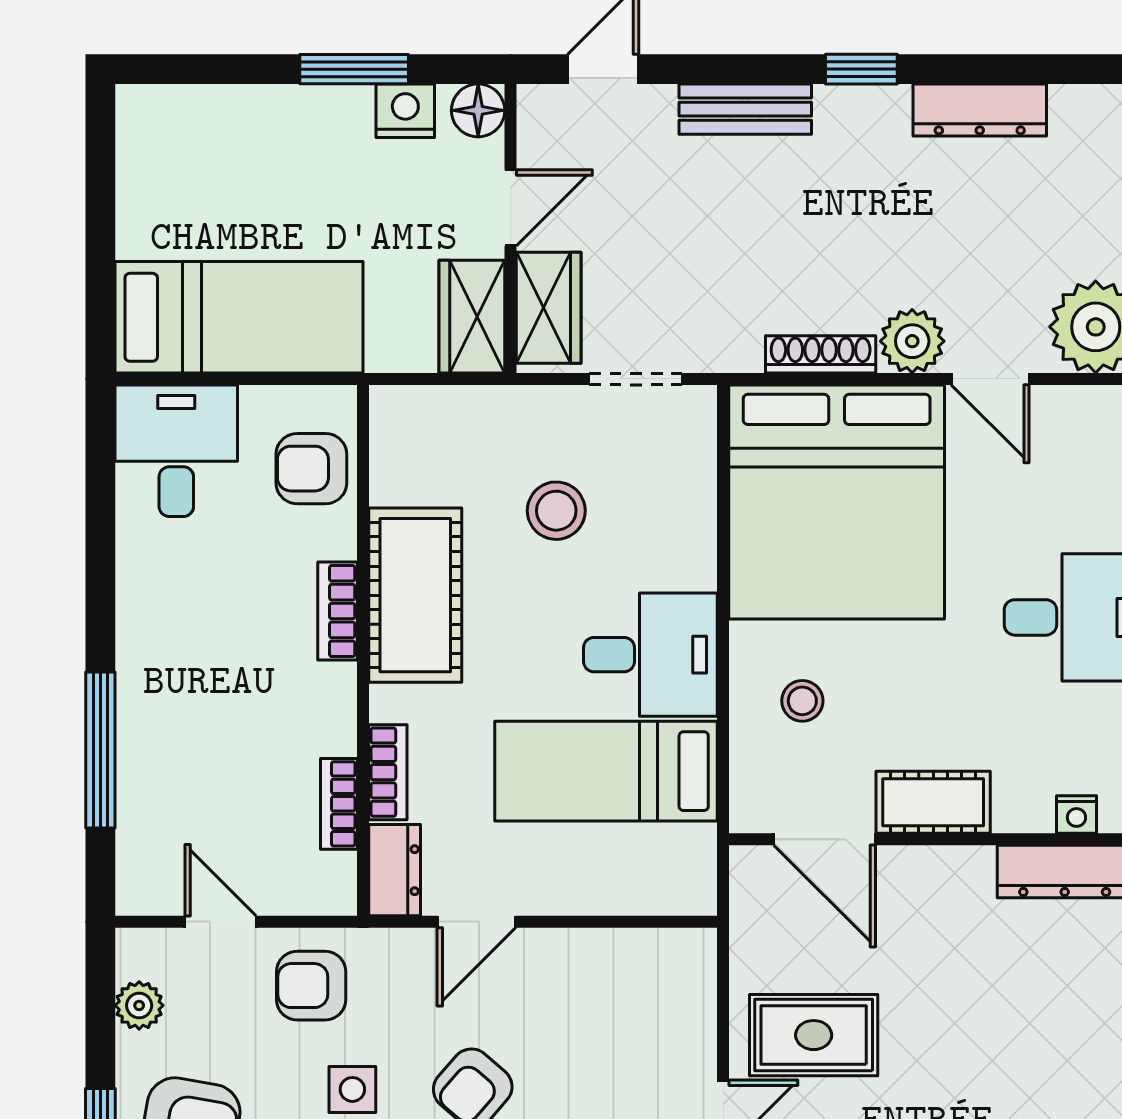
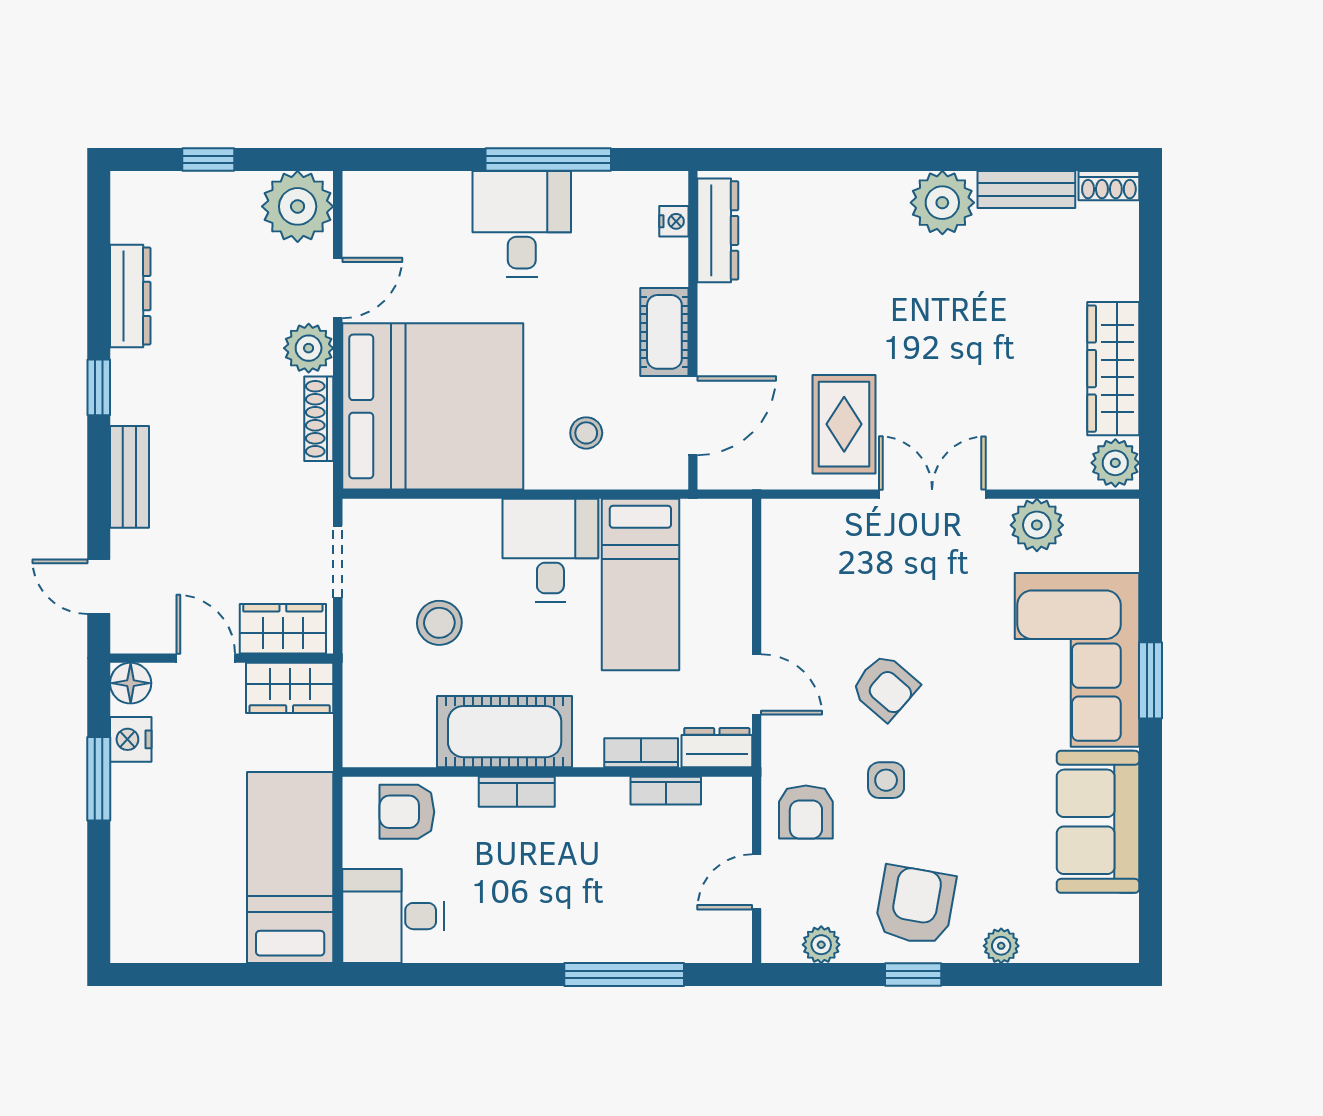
armchair: (311, 469) -> (407, 812), turned 90

